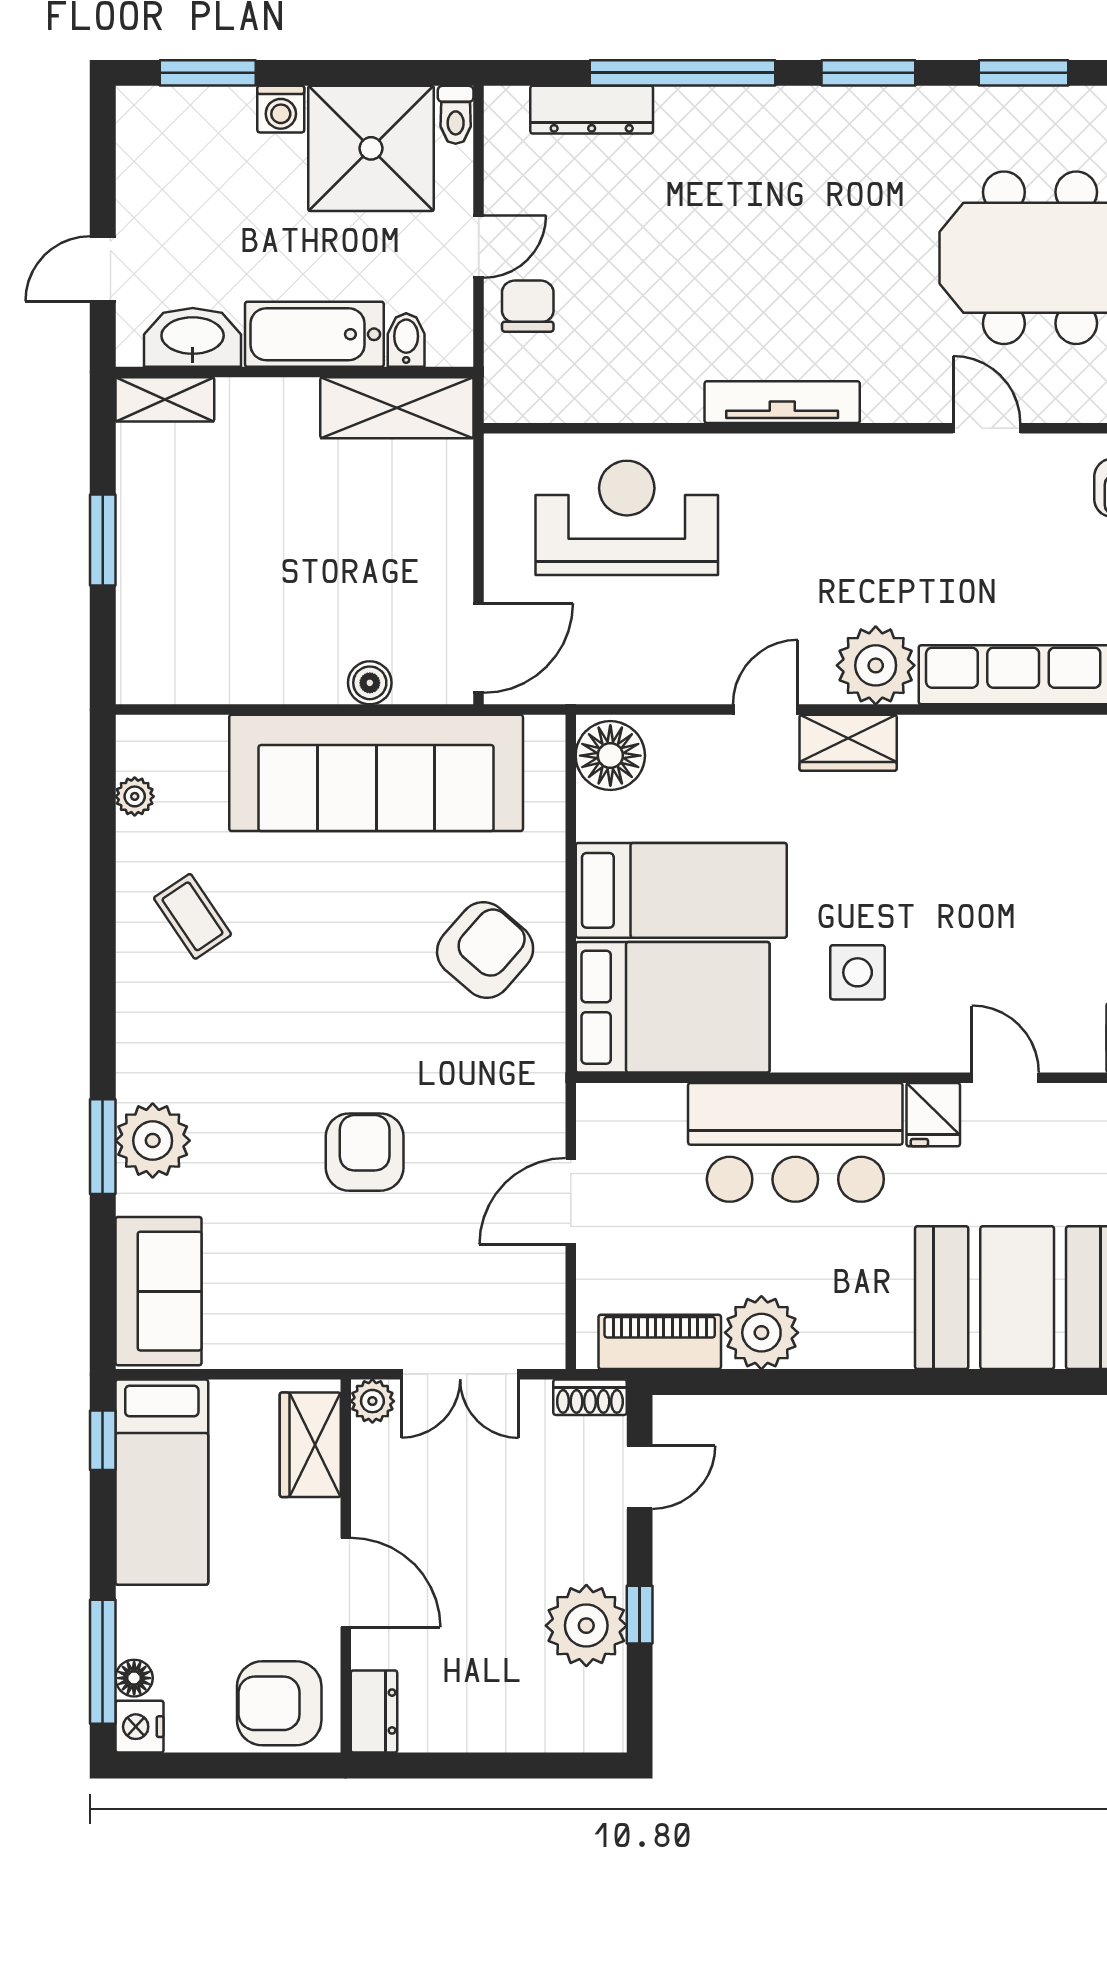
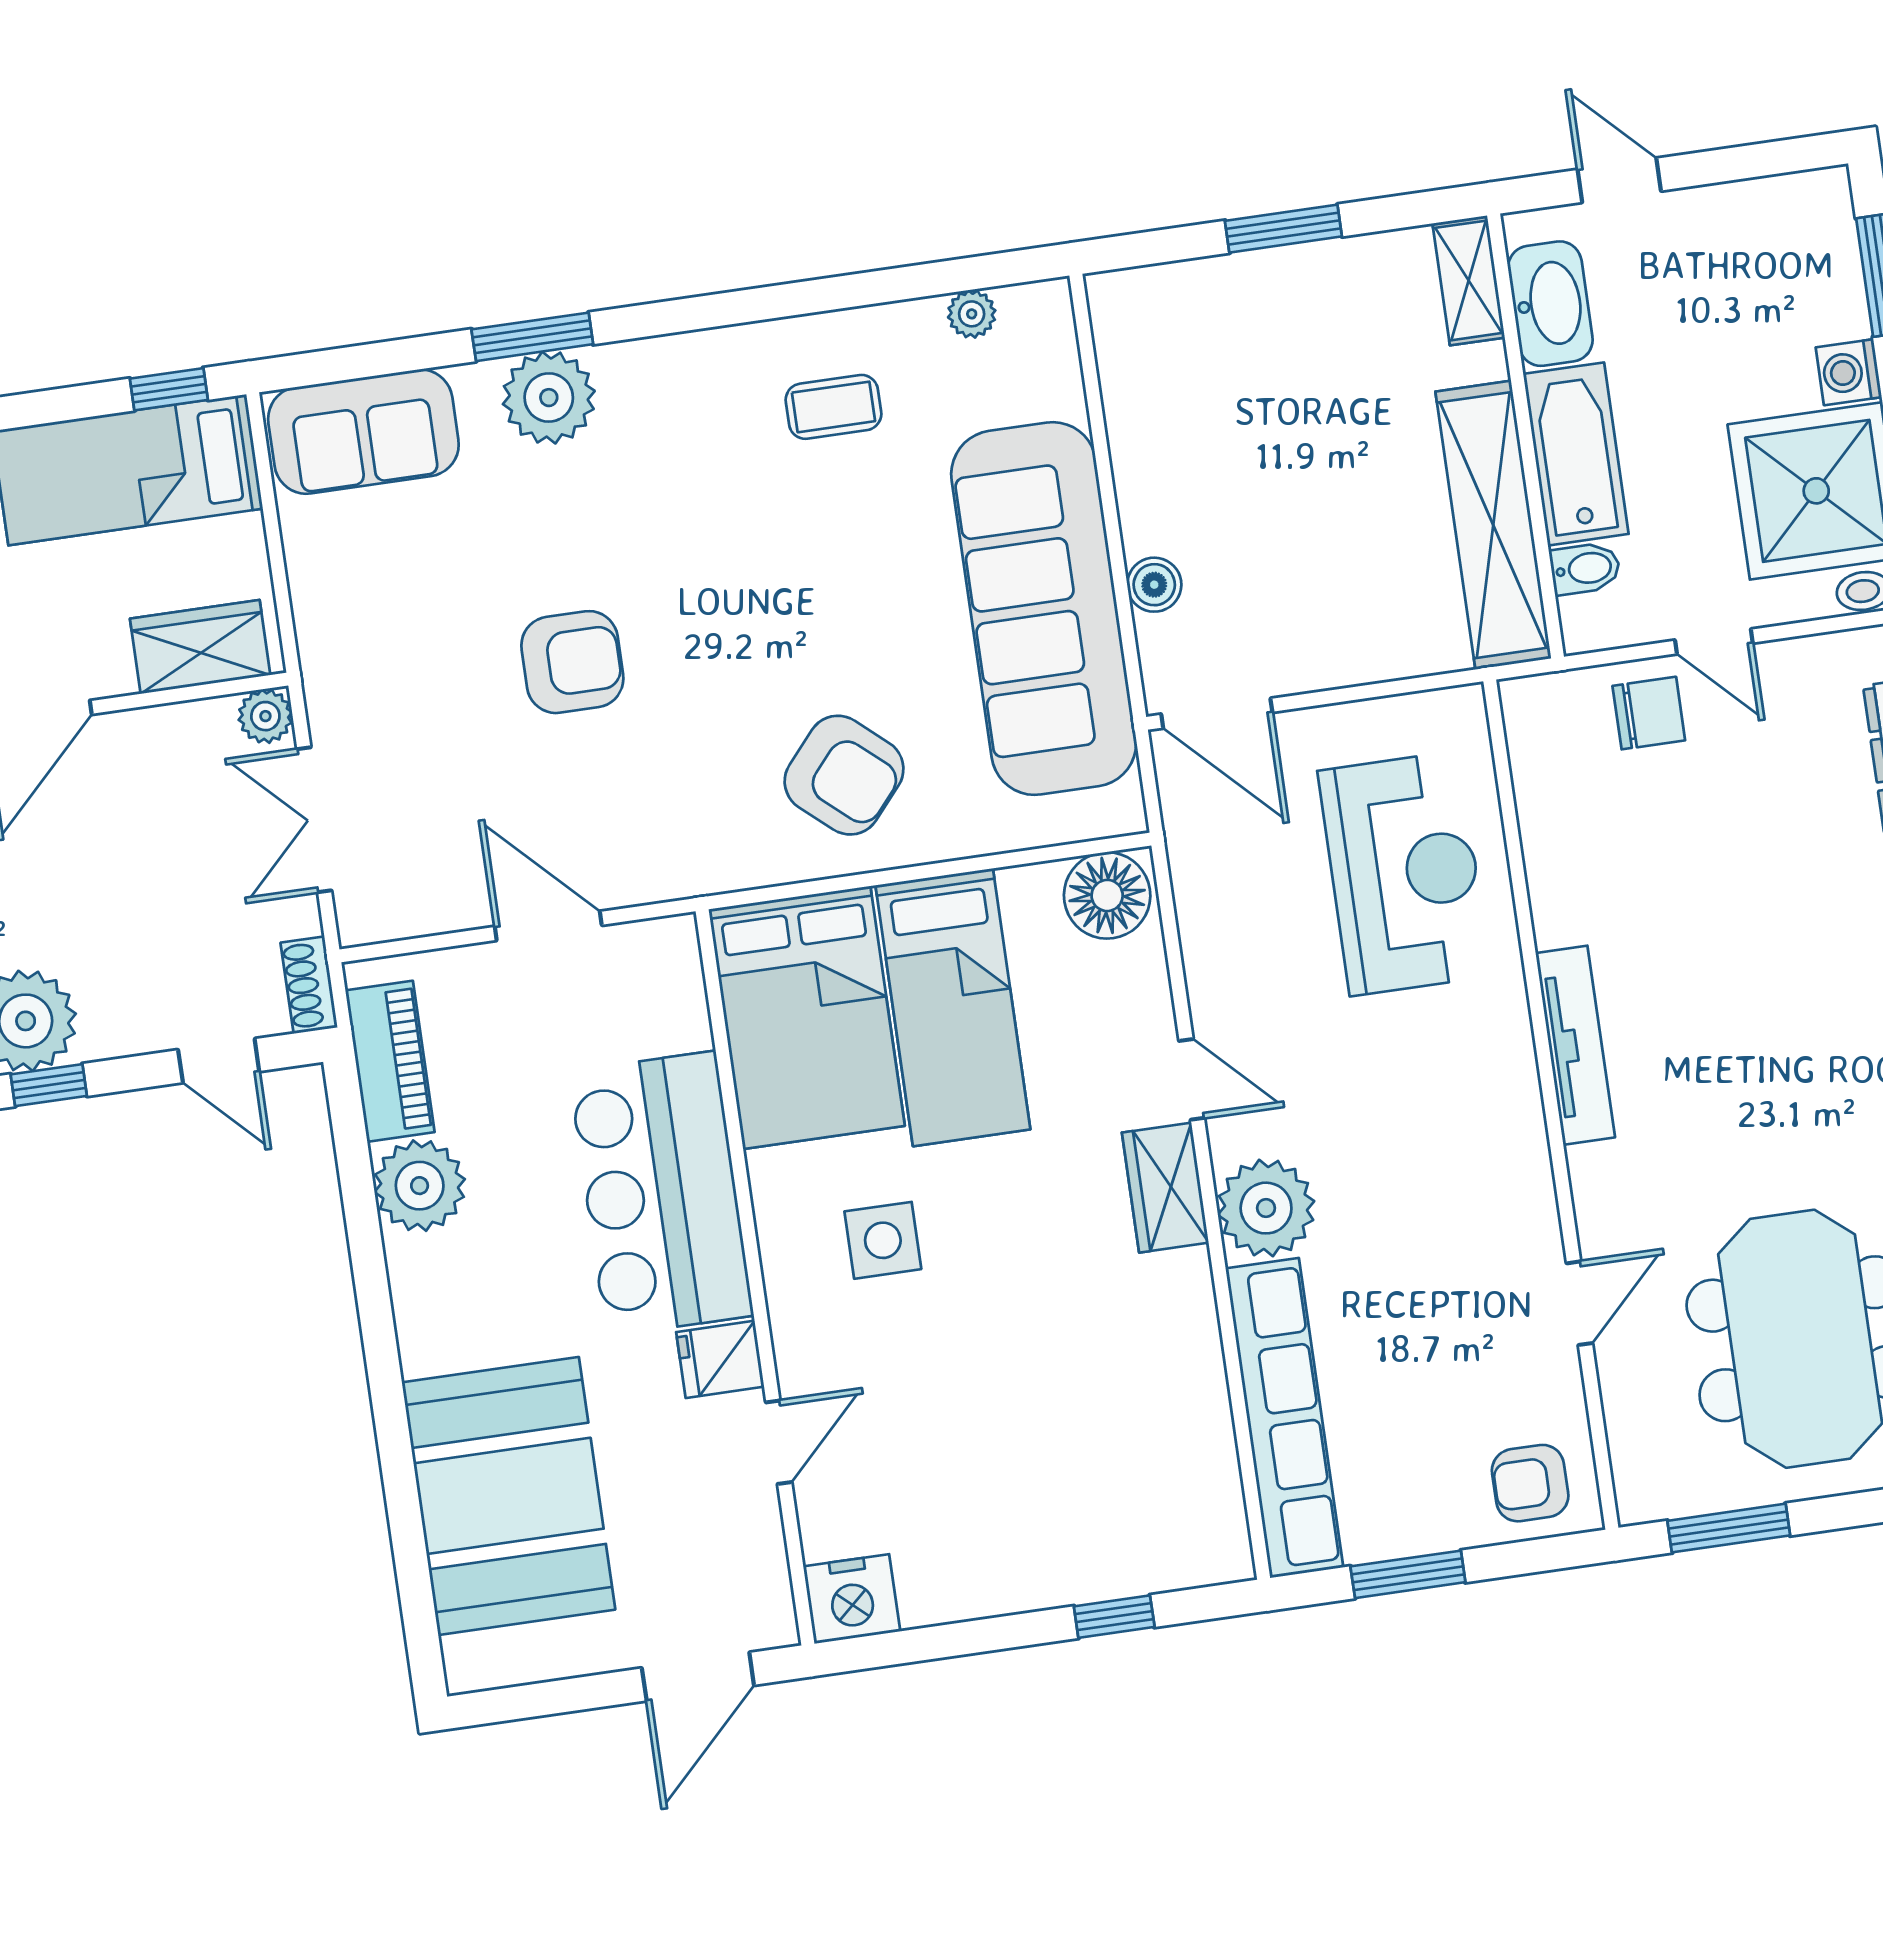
shelving: (397, 408) -> (1493, 525), width x1.47
coffee table: (193, 916) -> (833, 407), turned 34

